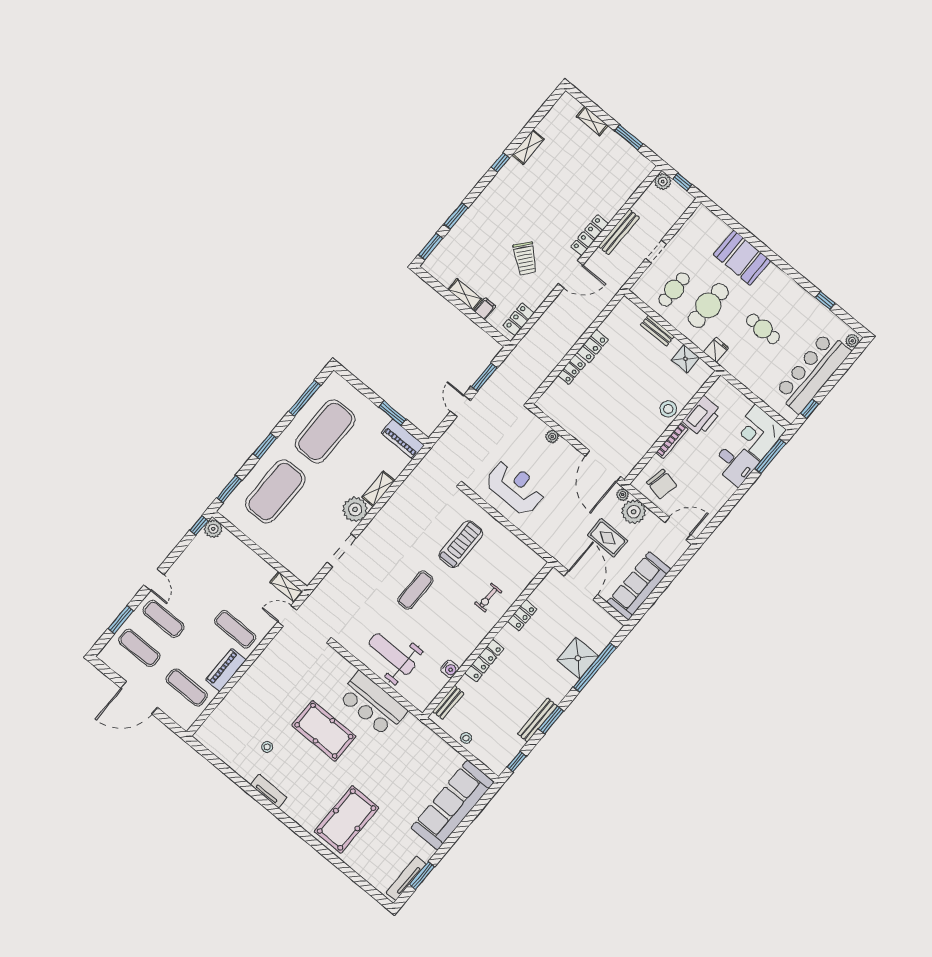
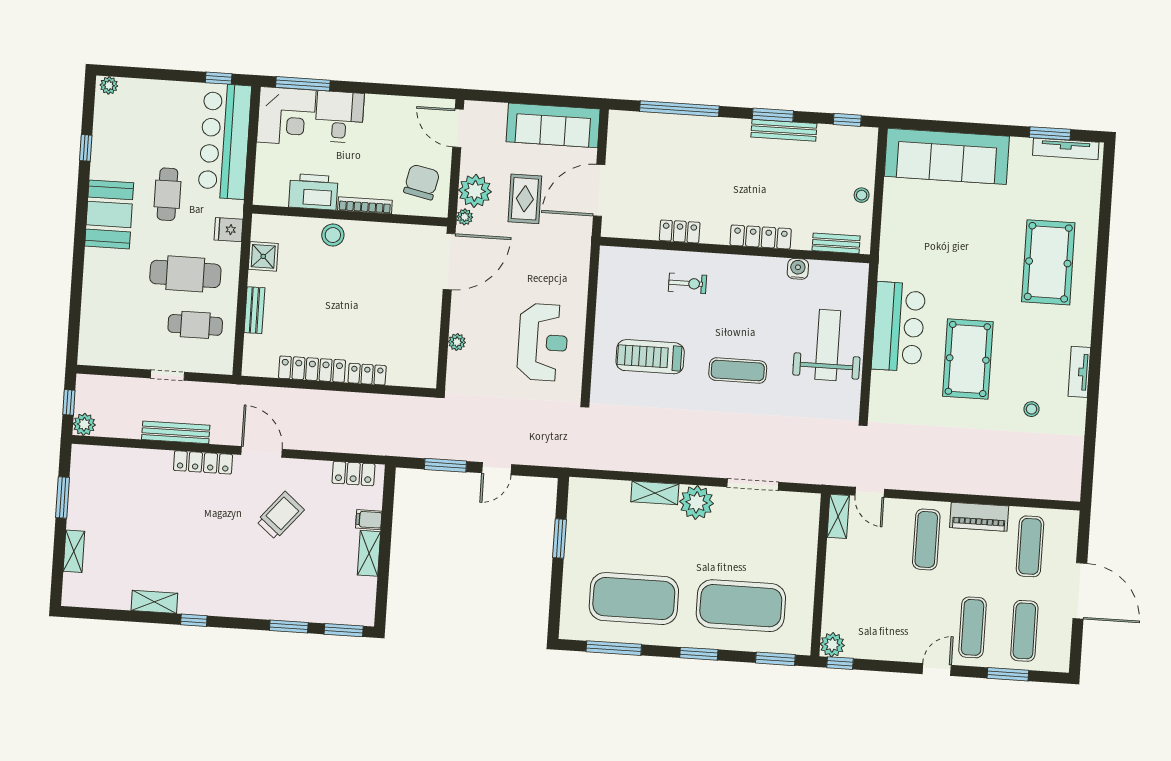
booth: (742, 258) -> (109, 214), moved
locker: (593, 346) -> (312, 369), width x1.53
bar counter: (813, 372) -> (225, 141), moved, turned 90
piano: (403, 439) -> (580, 506), removed
reception desk: (515, 487) -> (543, 342), turned 180
weight bench: (392, 654) -> (828, 345), turned 180
shower: (578, 658) -> (683, 135), removed
pool table: (347, 820) -> (1048, 262), turned 90

